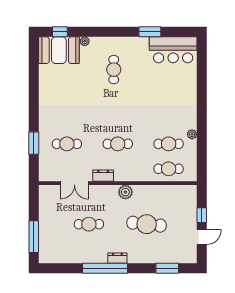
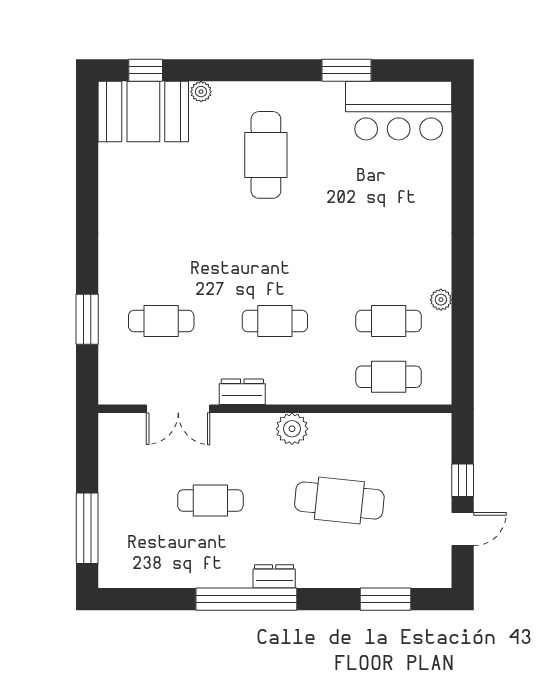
cafe table: (114, 70) -> (266, 155), width x1.37, depth x1.35

